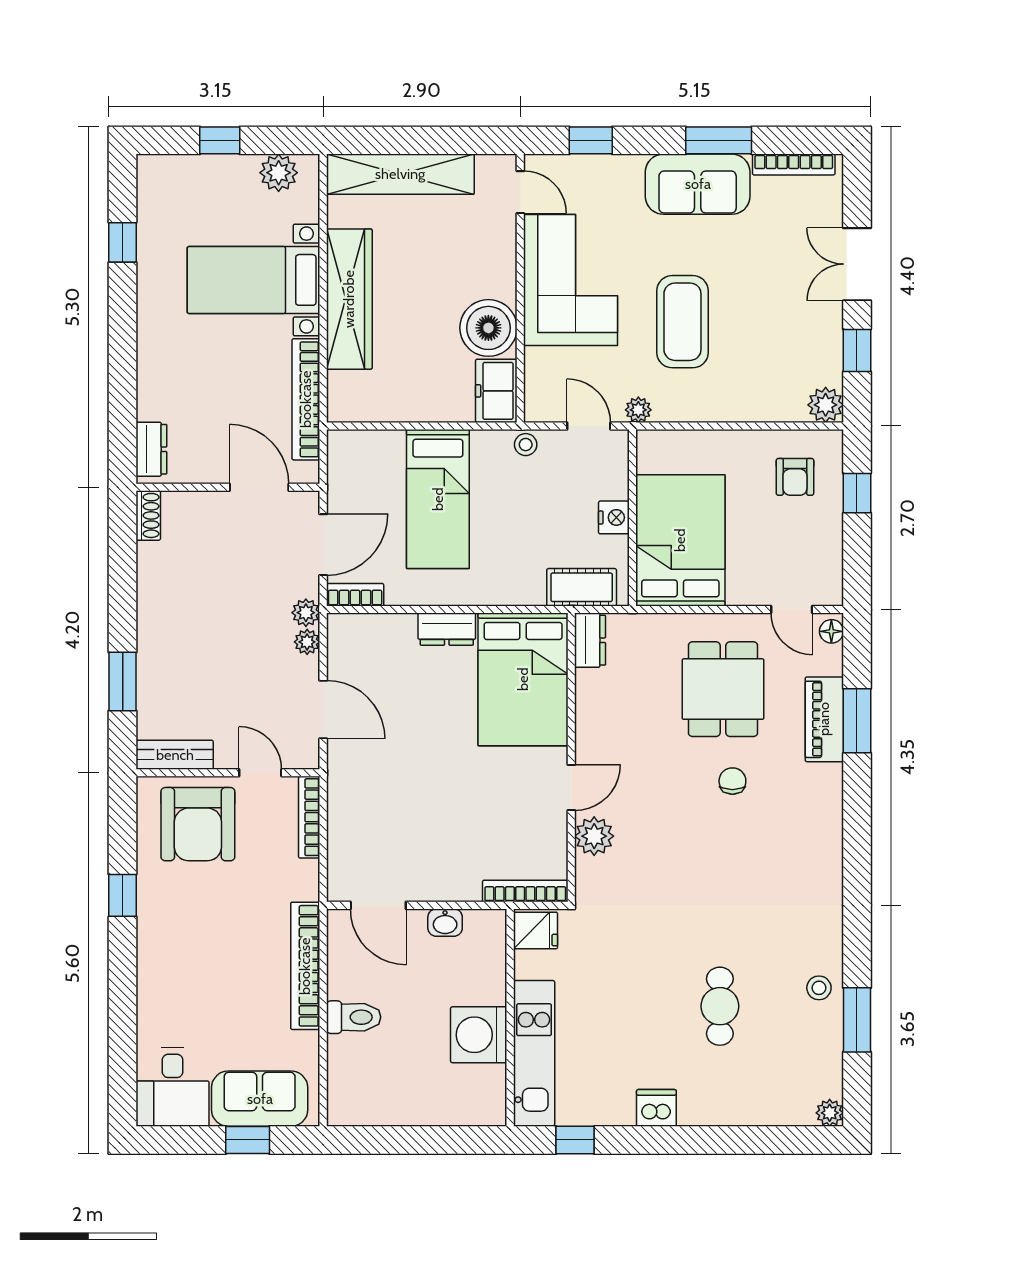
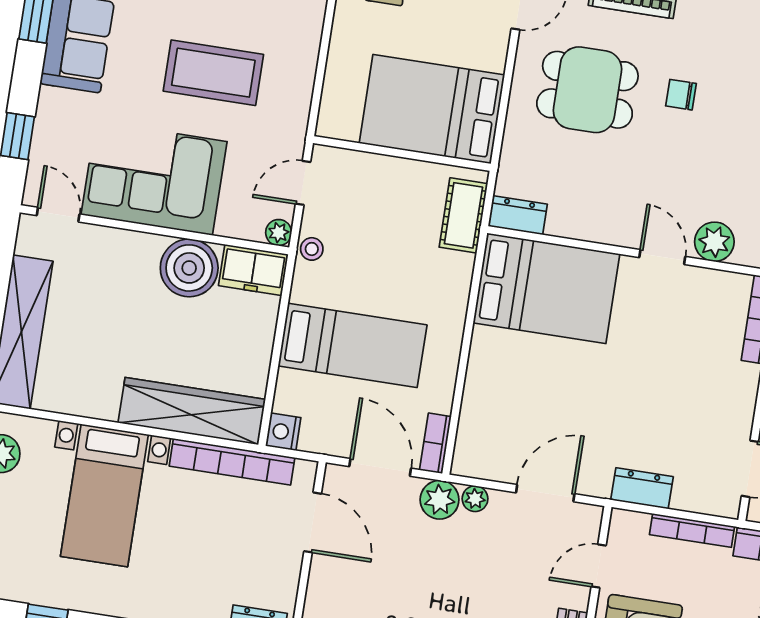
door: (520, 192) -> (58, 215), hinge flipped
wardrobe: (349, 299) -> (192, 411), moved
plant: (638, 410) -> (279, 233), moved
door: (259, 487) -> (313, 522), swing flipped
nightstand: (614, 517) -> (283, 432), moved, turned -90
plant: (306, 613) -> (440, 500), width x1.38, depth x1.38
dresser: (447, 629) -> (642, 488), moved, turned -90
bookcase: (309, 817) -> (692, 530), moved

